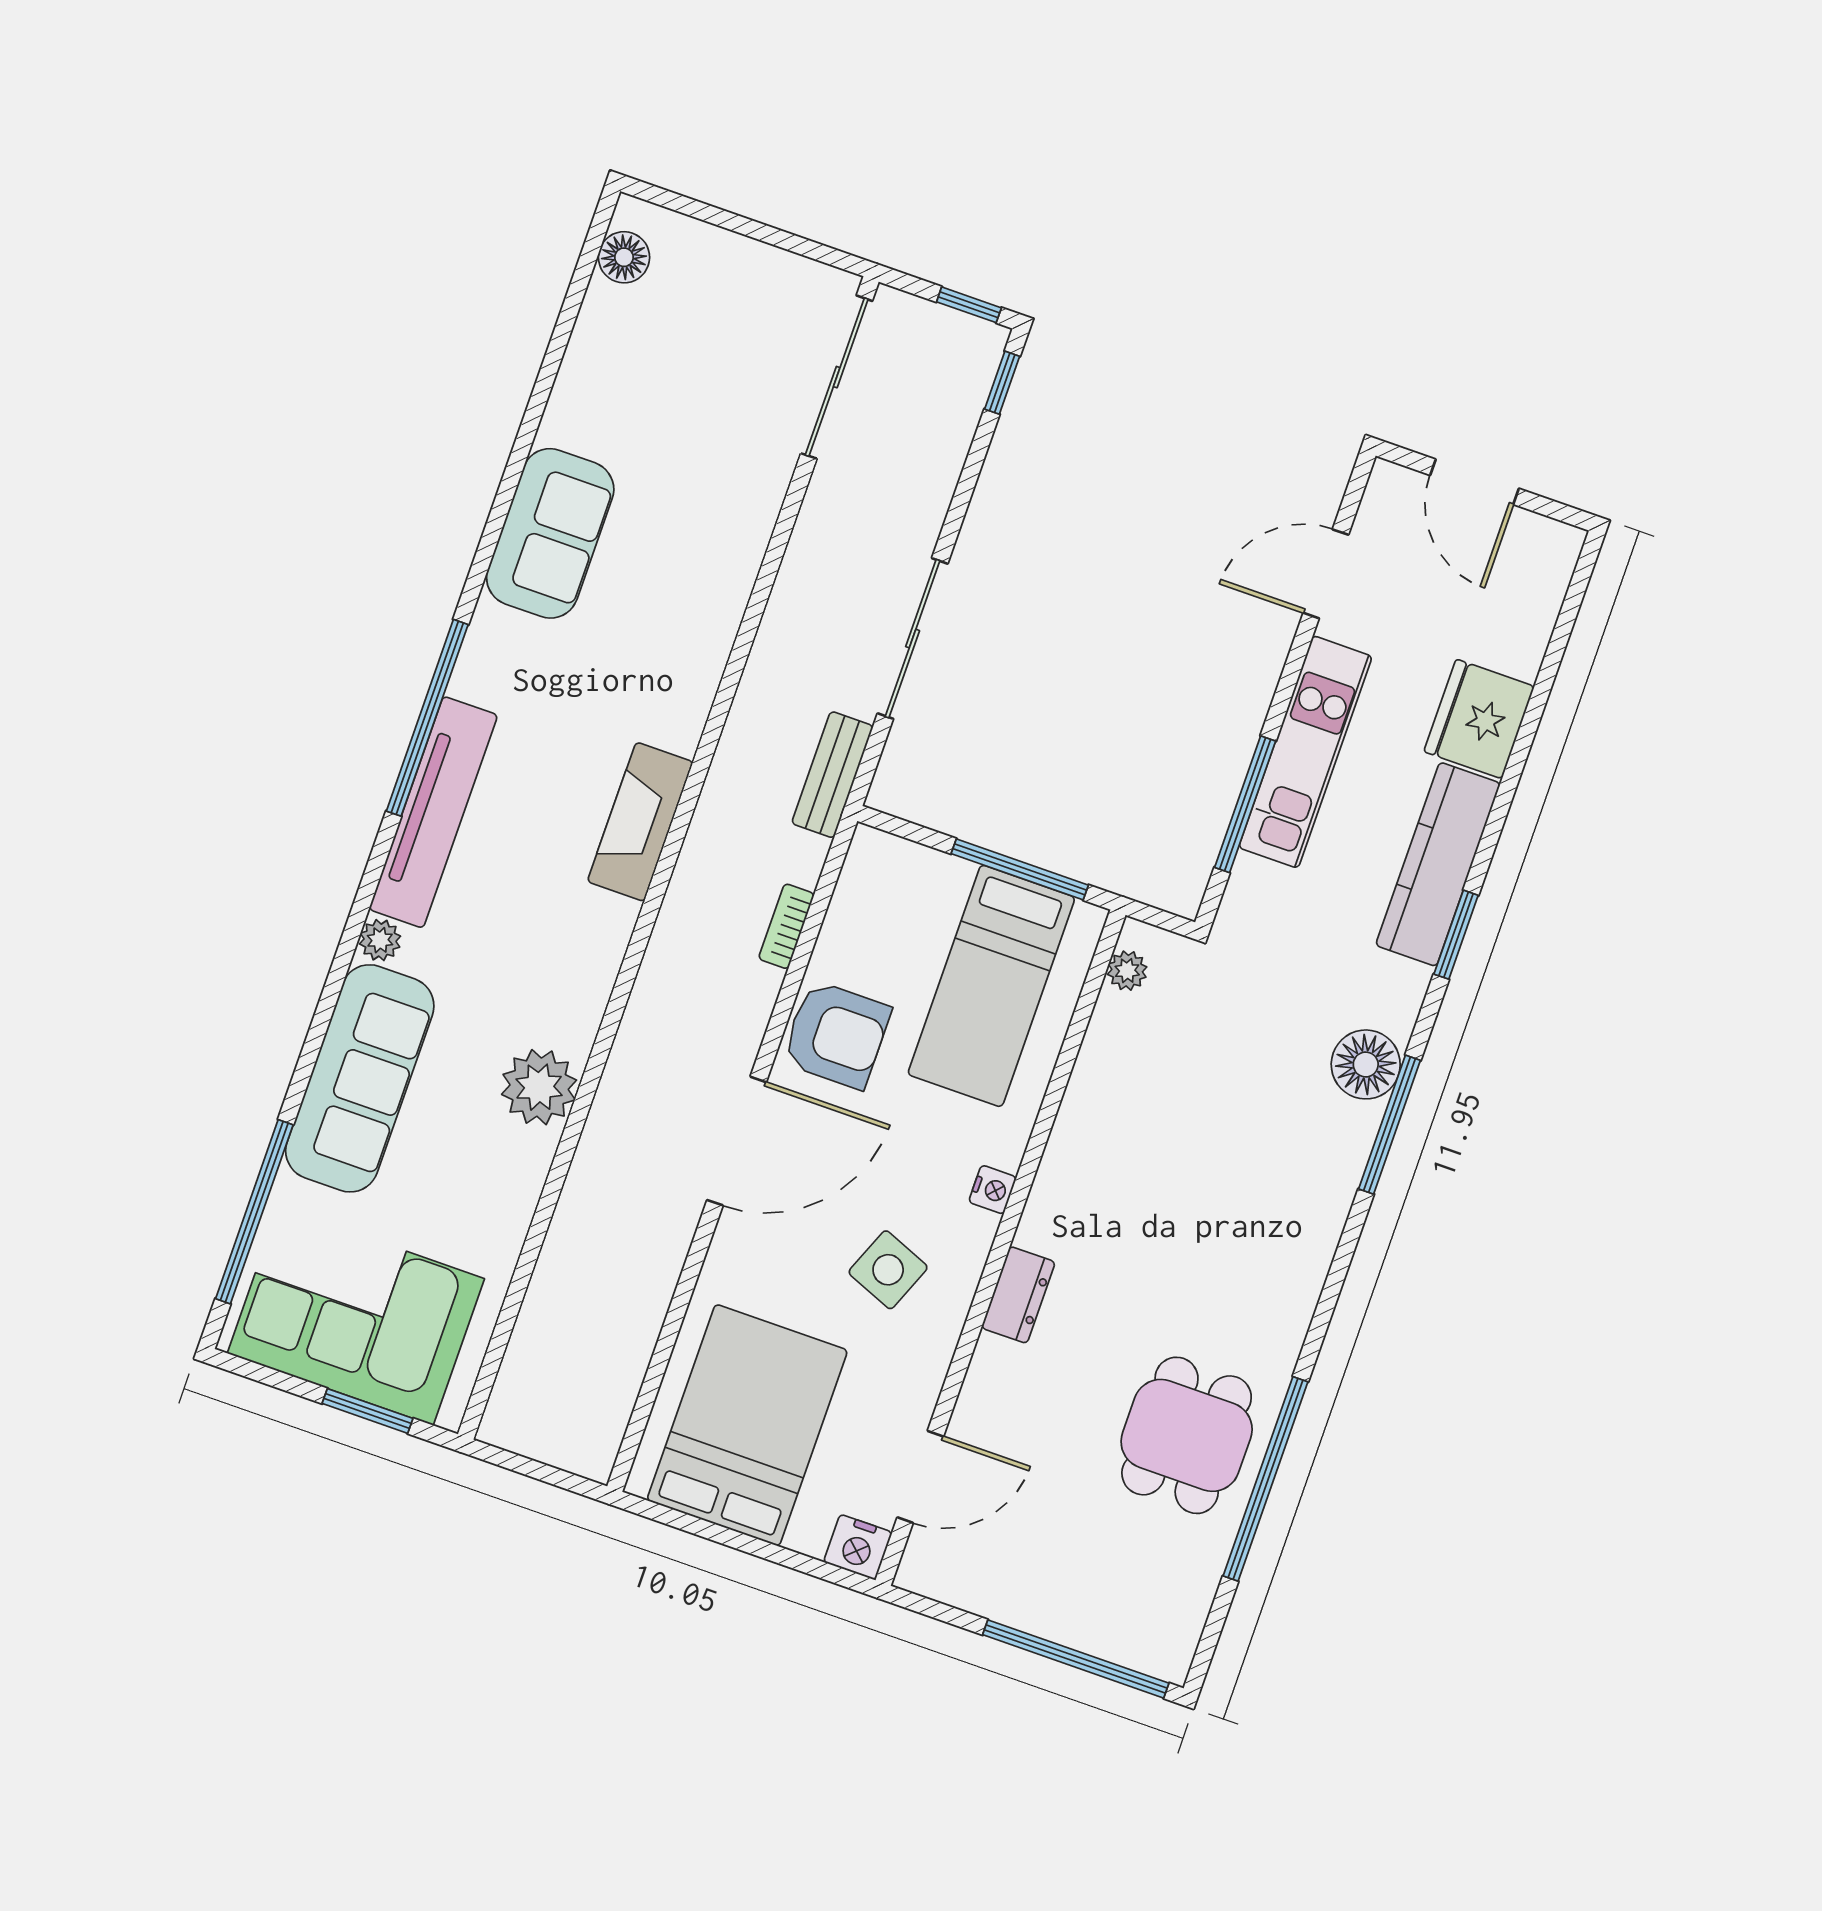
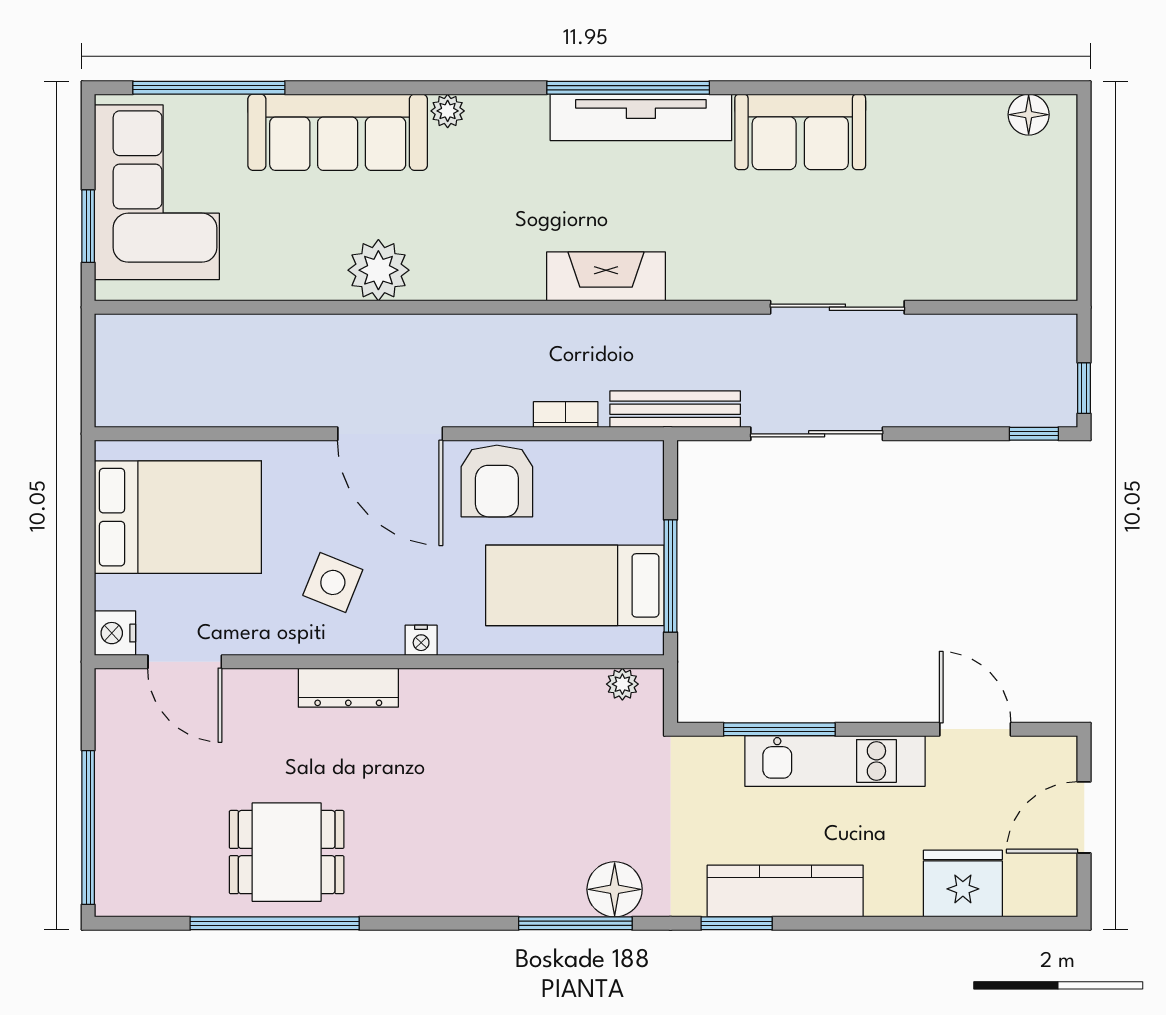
sliding door: (837, 377) -> (837, 307), moved
fridge: (1479, 719) -> (963, 884), moved
bench: (832, 775) -> (675, 409), width x1.36
tv unit: (433, 812) -> (641, 117), moved
dresser: (1018, 1295) -> (348, 688), width x1.44

